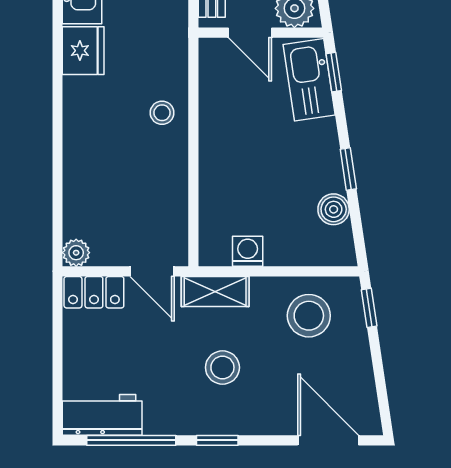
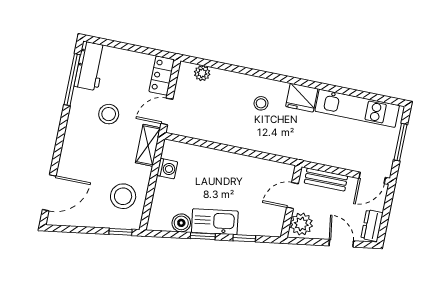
window: (334, 72) -> (244, 238), moved
kitchen sink: (309, 80) -> (215, 222), moved
stool: (162, 113) -> (261, 103), moved
plant: (76, 253) -> (202, 73), moved
stool: (222, 367) -> (109, 114), moved
window: (217, 440) -> (62, 129), removed

